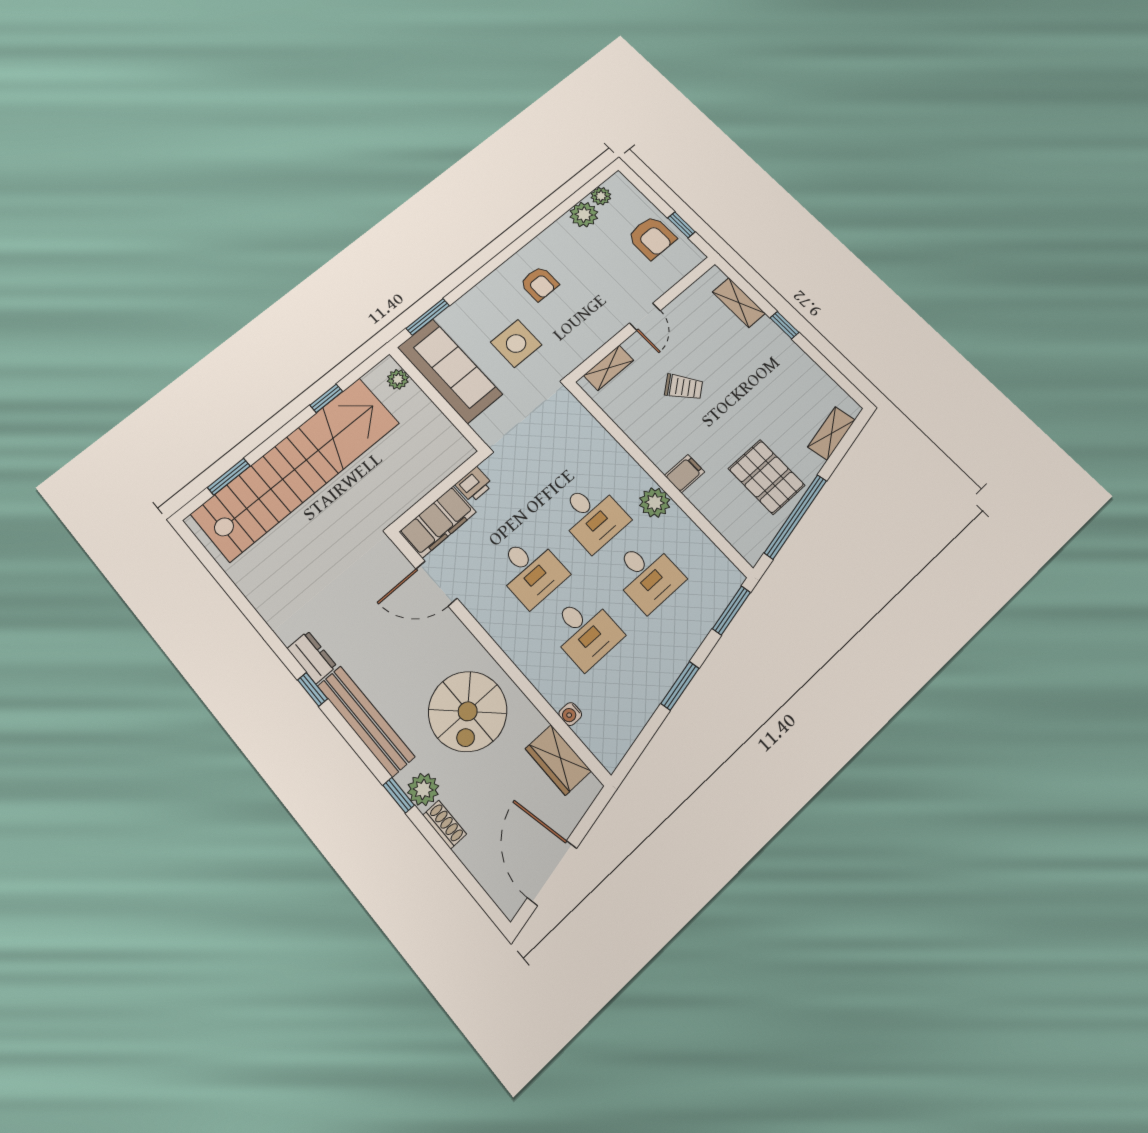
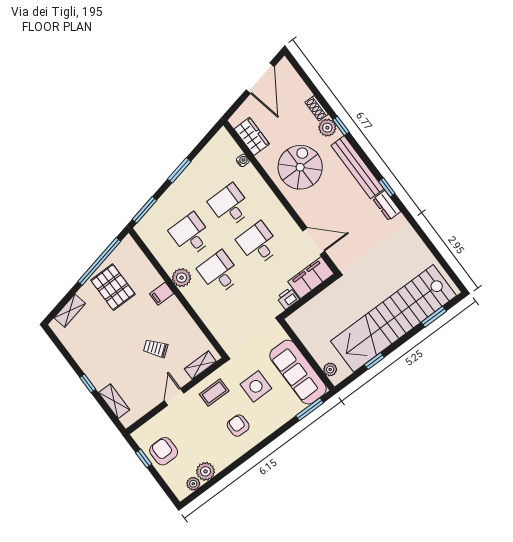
coffee table: (582, 329) -> (214, 393), added

